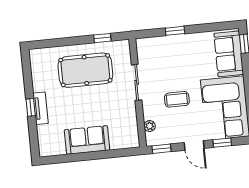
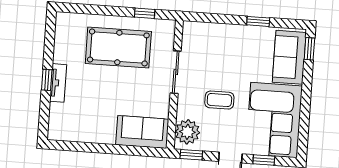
window: (175, 31) -> (258, 21), moved
plant: (150, 126) -> (187, 132), width x1.88, depth x1.88
sofa: (87, 140) -> (142, 132), moved

